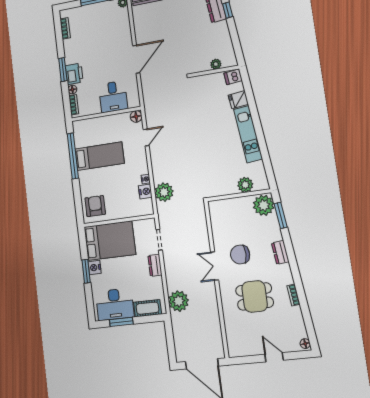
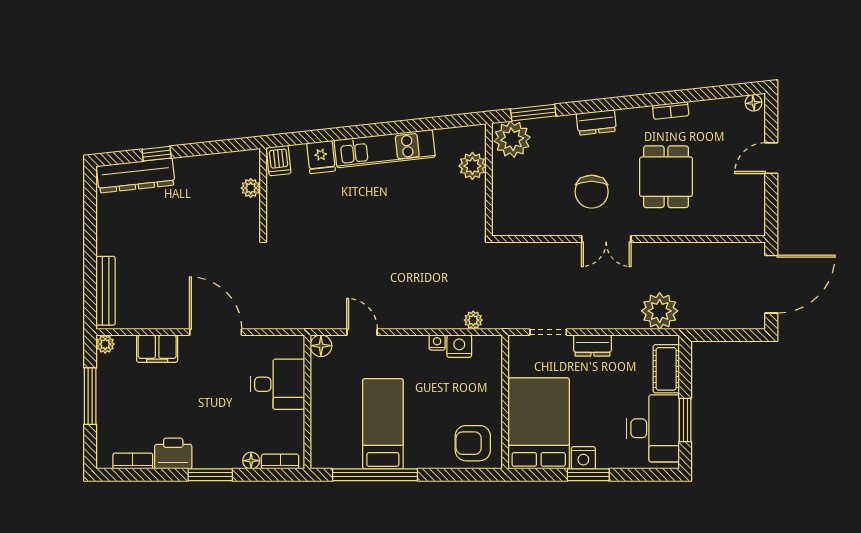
filing cabinet: (124, 30) -> (157, 349), added
printer: (74, 74) -> (173, 454), moved
plant: (164, 192) -> (473, 320), width x0.53, depth x0.53

